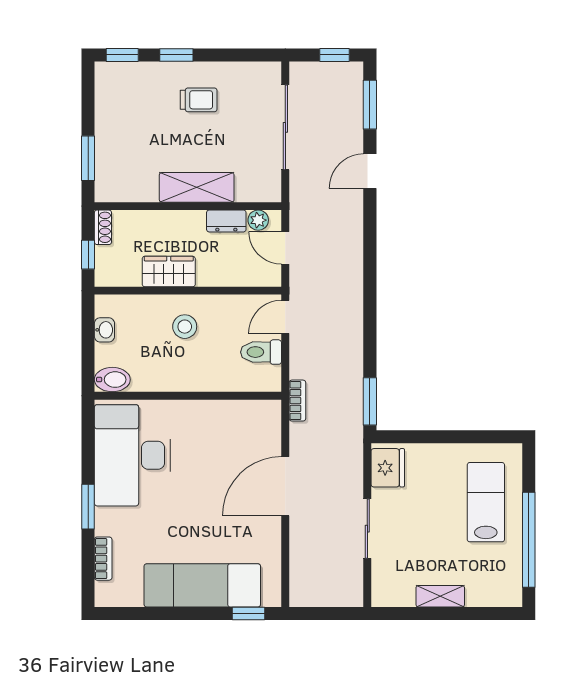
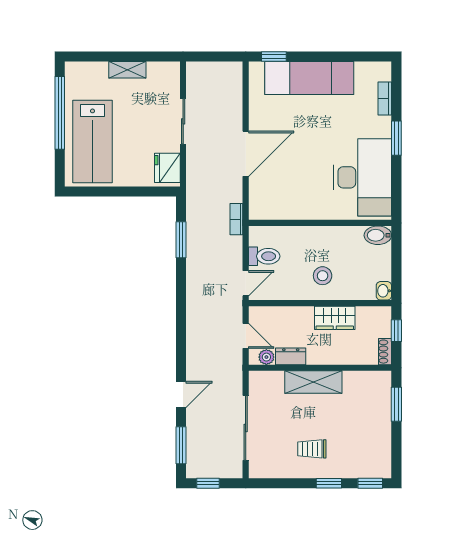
washbasin: (104, 330) -> (384, 291), moved
window: (370, 401) -> (181, 240), moved
lab bench: (486, 502) -> (92, 142), width x1.36, depth x1.39

